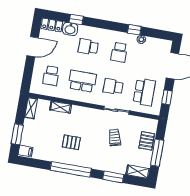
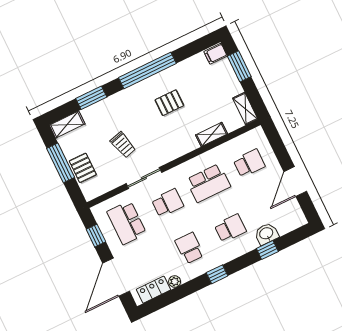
locker: (52, 25) -> (153, 290), moved
window: (134, 30) -> (217, 274), moved
school desk: (51, 76) -> (249, 163), turned 90

